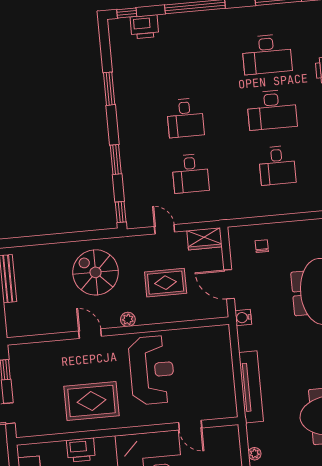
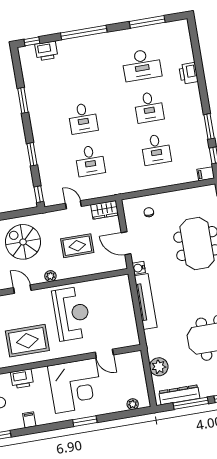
desk: (272, 110) -> (149, 107), width x0.73
tv unit: (251, 387) -> (146, 302), moved
plant: (255, 454) -> (159, 367), width x1.88, depth x1.88

